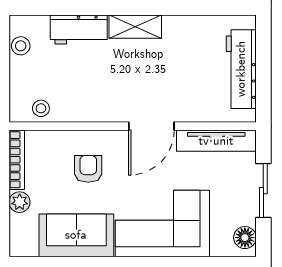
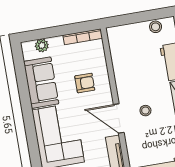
stool: (41, 108) -> (145, 111), moved
plant: (20, 202) -> (42, 45), moved

